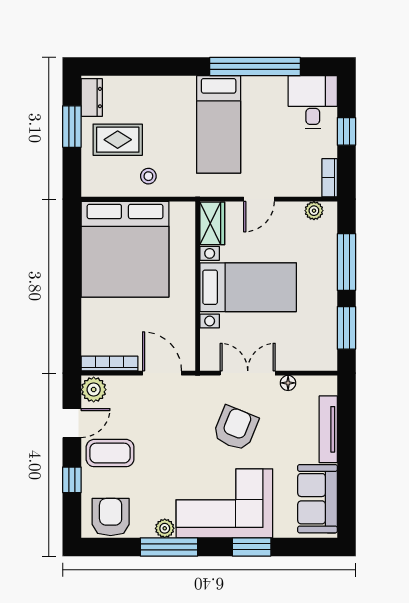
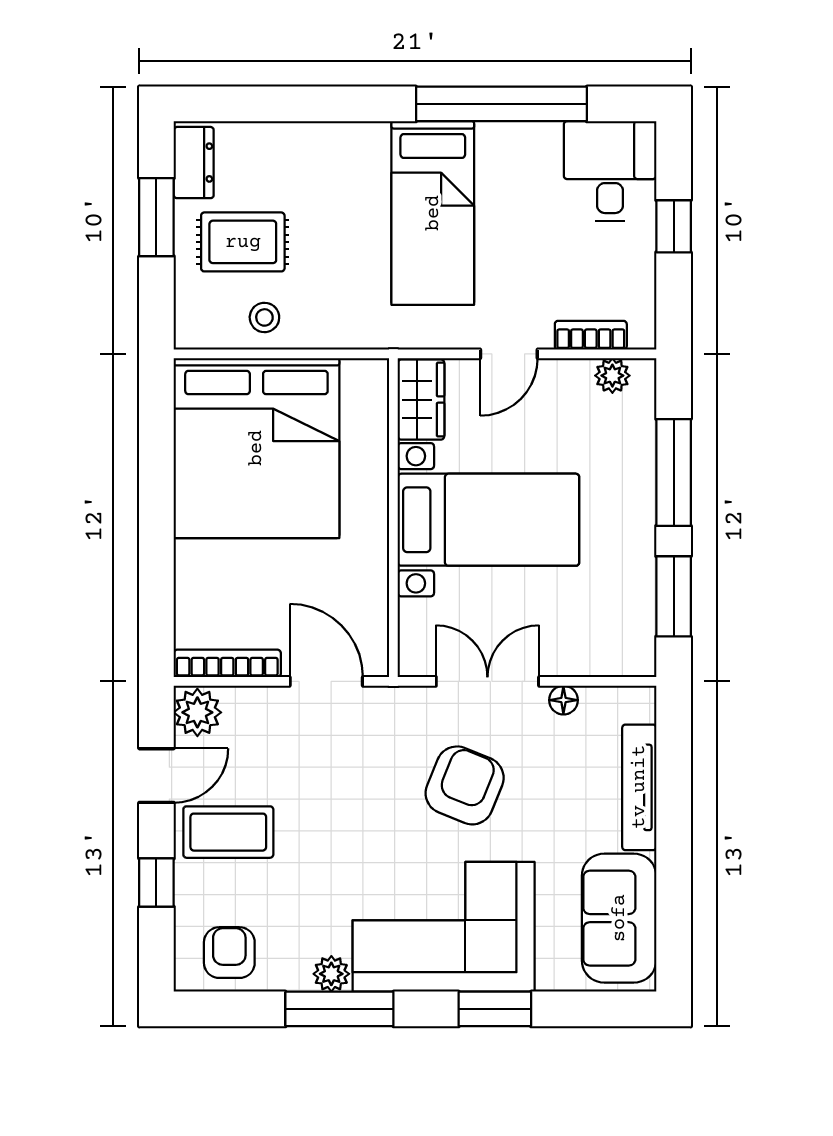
stool: (148, 176) -> (264, 317), moved
bookcase: (330, 178) -> (591, 335), moved, turned 90
armchair: (111, 517) -> (229, 953), width x0.72, depth x0.72

